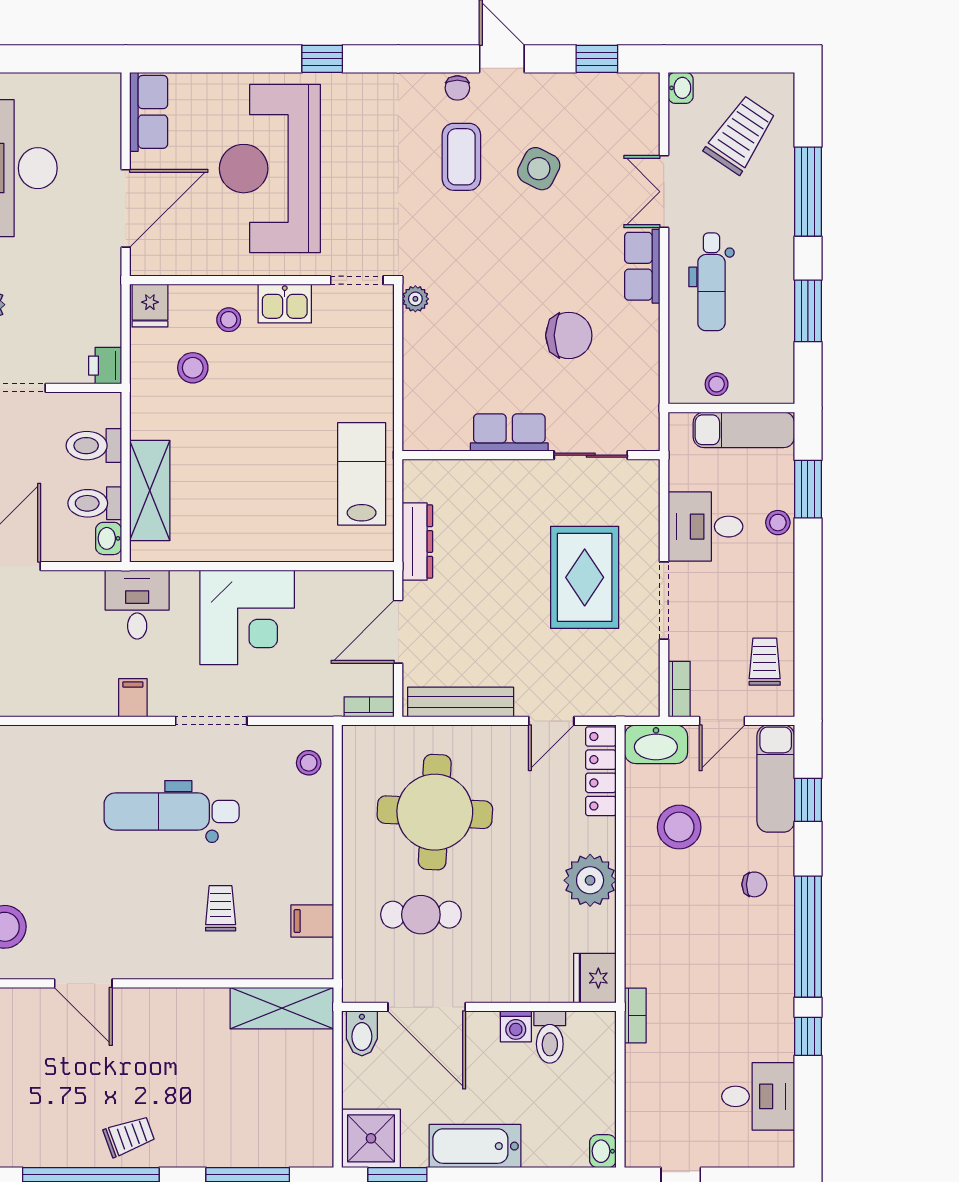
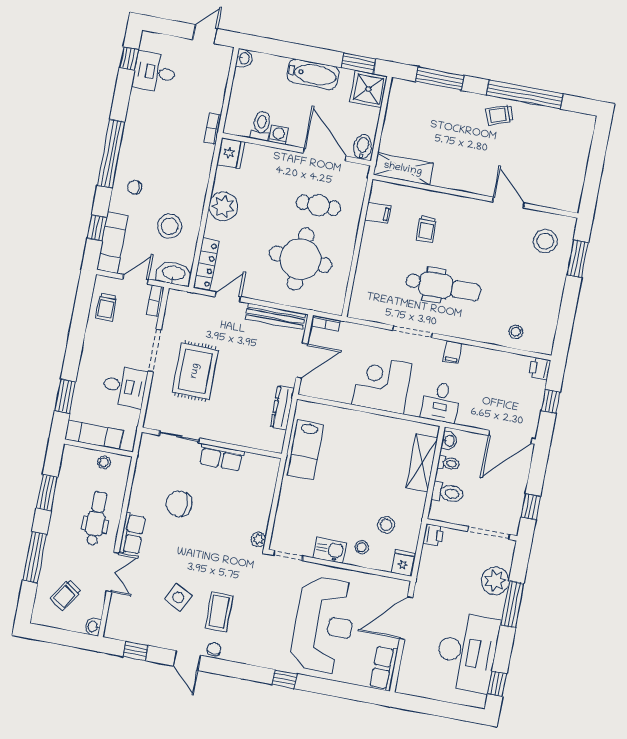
trolley: (740, 135) -> (66, 595), width x0.73, depth x0.72
toilet: (95, 503) -> (449, 463), width x0.73, depth x0.72
stool: (778, 523) -> (85, 381), removed
stool: (309, 763) -> (516, 332), moved
window: (808, 1036) -> (129, 58), moved

